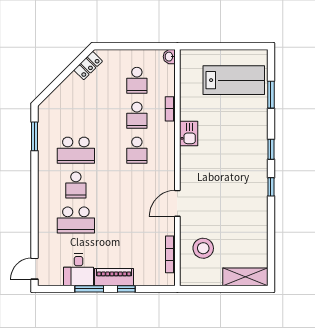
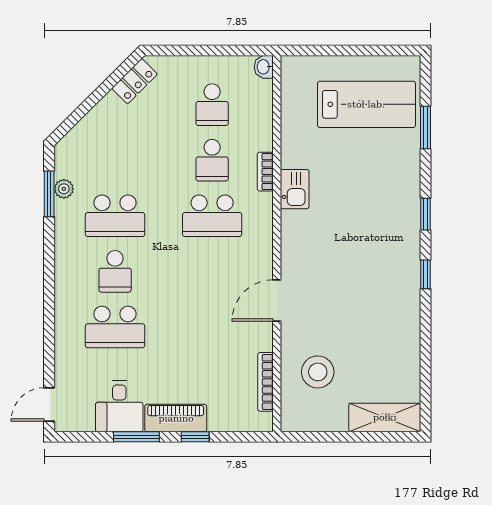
bookcase: (170, 109) -> (265, 172), moved
plant: (44, 133) -> (64, 189), added
school desk: (137, 150) -> (212, 216), width x1.85

